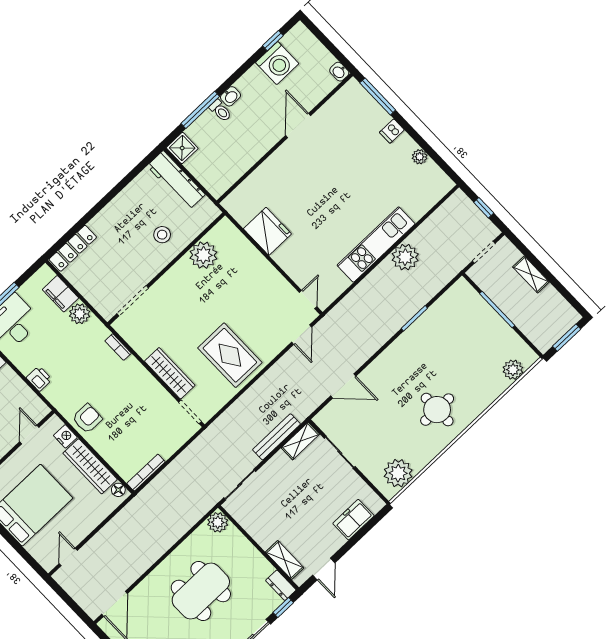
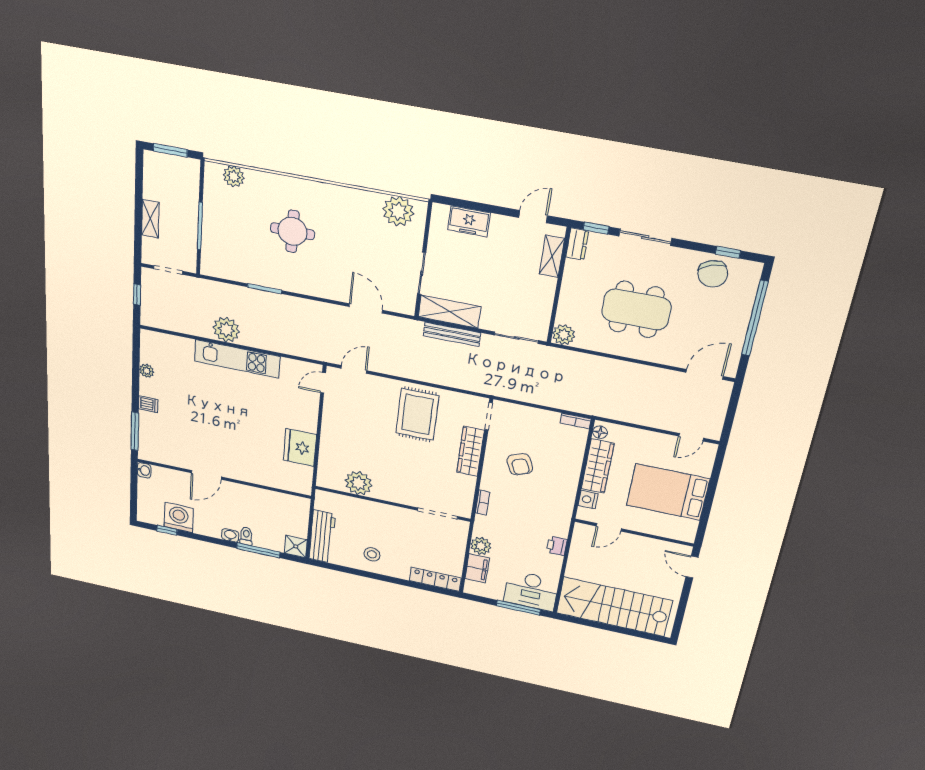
stool: (162, 235) -> (372, 554), moved
round table: (437, 410) -> (293, 231), moved
armchair: (87, 418) -> (520, 464), moved, turned -113
shelving: (300, 441) -> (449, 312), width x1.50, depth x1.33
bookcase: (146, 473) -> (576, 421), width x0.64

